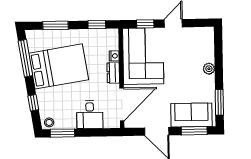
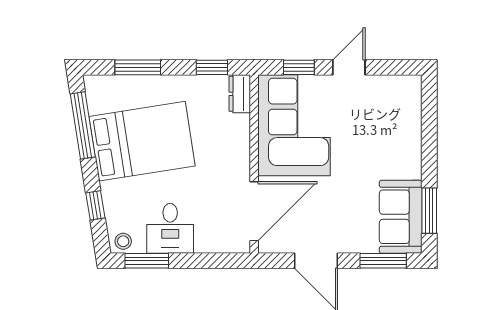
nightstand: (114, 56) -> (242, 124), removed
plant: (209, 69) -> (411, 150), removed
dresser: (113, 73) -> (240, 94), moved
desk: (90, 115) -> (170, 228), moved
sofa: (191, 115) -> (401, 217), moved, turned -90

